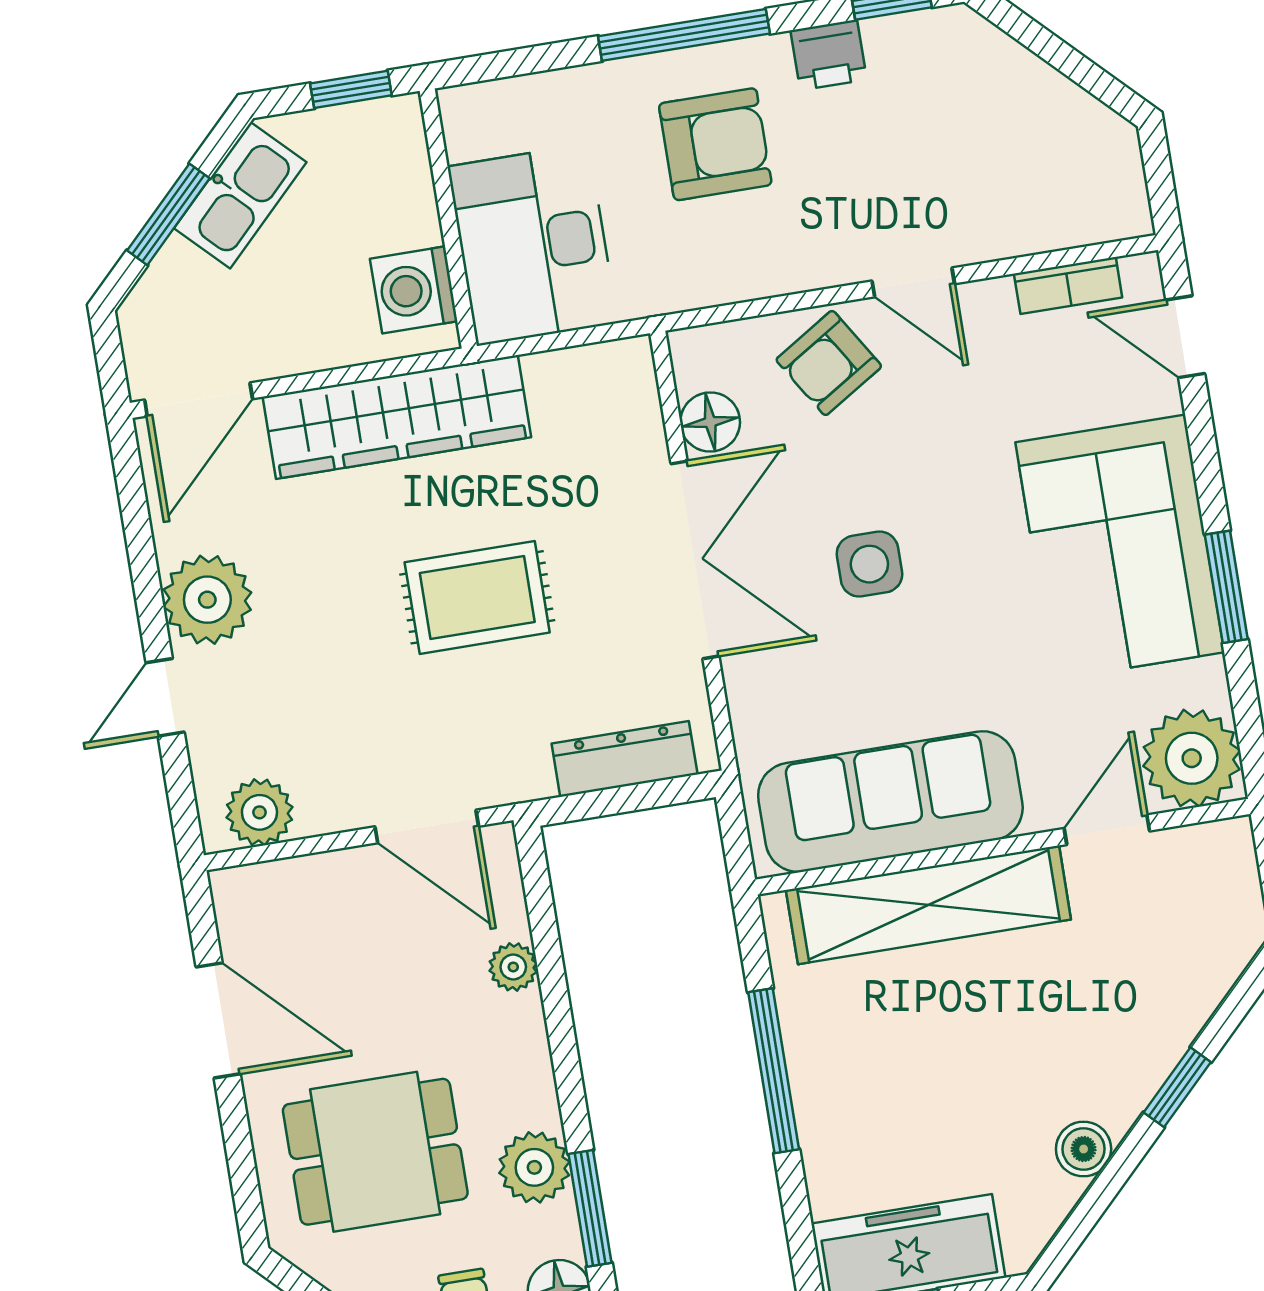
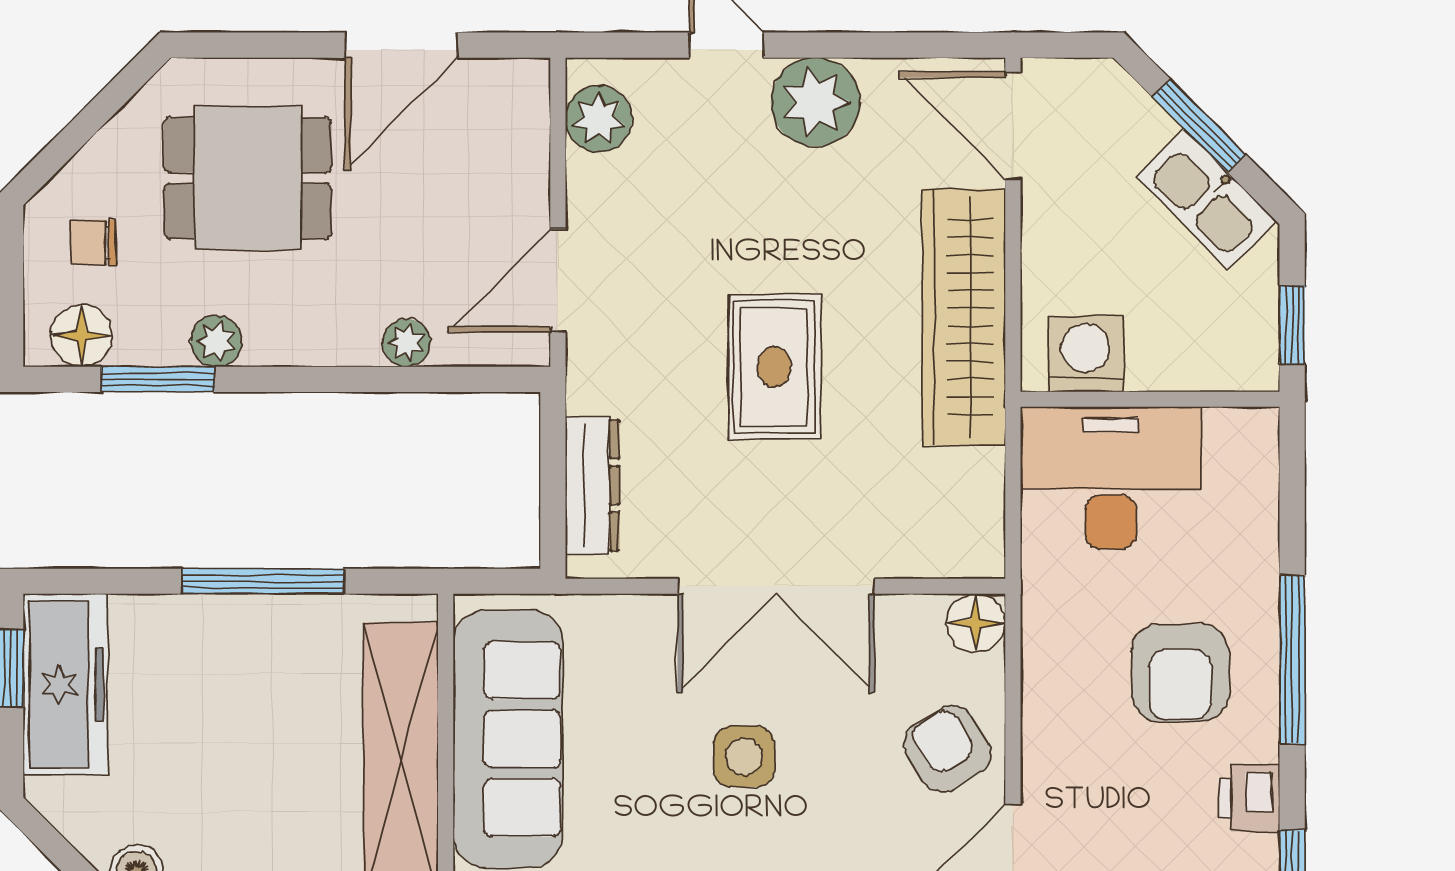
floor lamp: (710, 422) -> (976, 623), moved
dining table: (375, 1152) -> (248, 178), turned 90
plant: (534, 1167) -> (216, 341), width x0.73, depth x0.73

